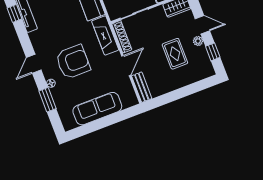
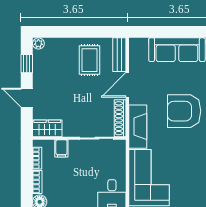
plant: (198, 41) -> (38, 43), moved
rug: (175, 54) -> (90, 60), moved

